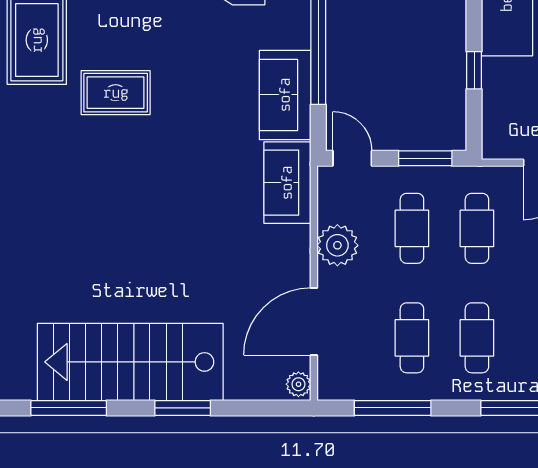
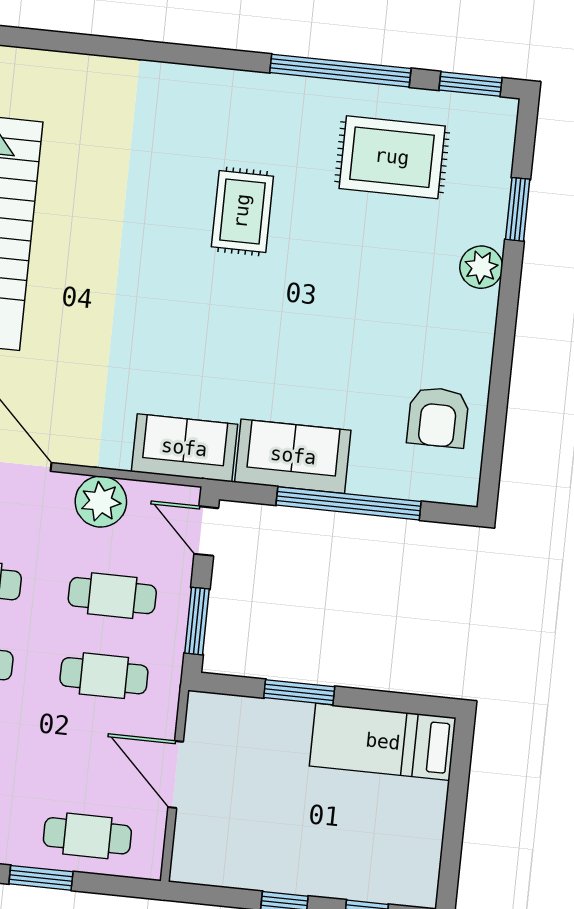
window: (474, 70) -> (299, 692), width x1.50
rug: (116, 93) -> (242, 211), moved
door: (352, 158) -> (206, 531), swing flipped

